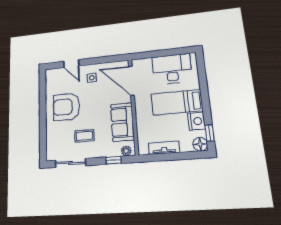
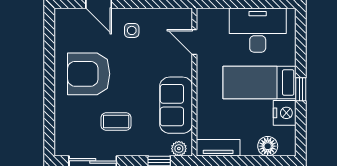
door: (131, 81) -> (194, 42), width x0.53
window: (210, 133) -> (301, 89), moved
floor lamp: (200, 144) -> (268, 146), moved
tv unit: (164, 148) -> (218, 148), moved

